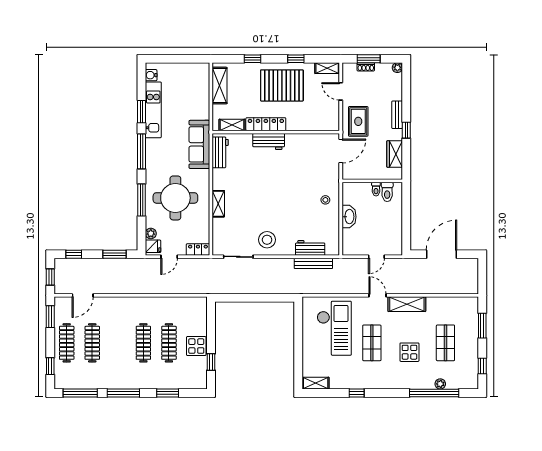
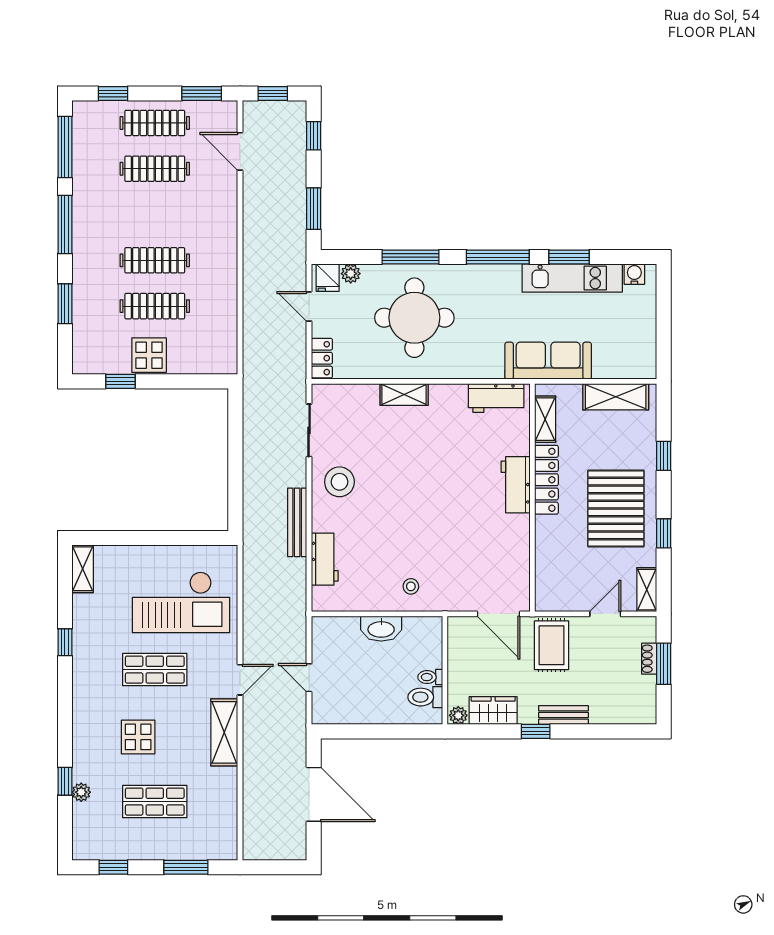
plant: (397, 68) -> (458, 715), moved
rug: (358, 121) -> (552, 645), turned 90
sofa: (199, 144) -> (548, 361), moved
bench: (313, 263) -> (297, 522), moved
window: (434, 393) -> (65, 781), width x0.32

